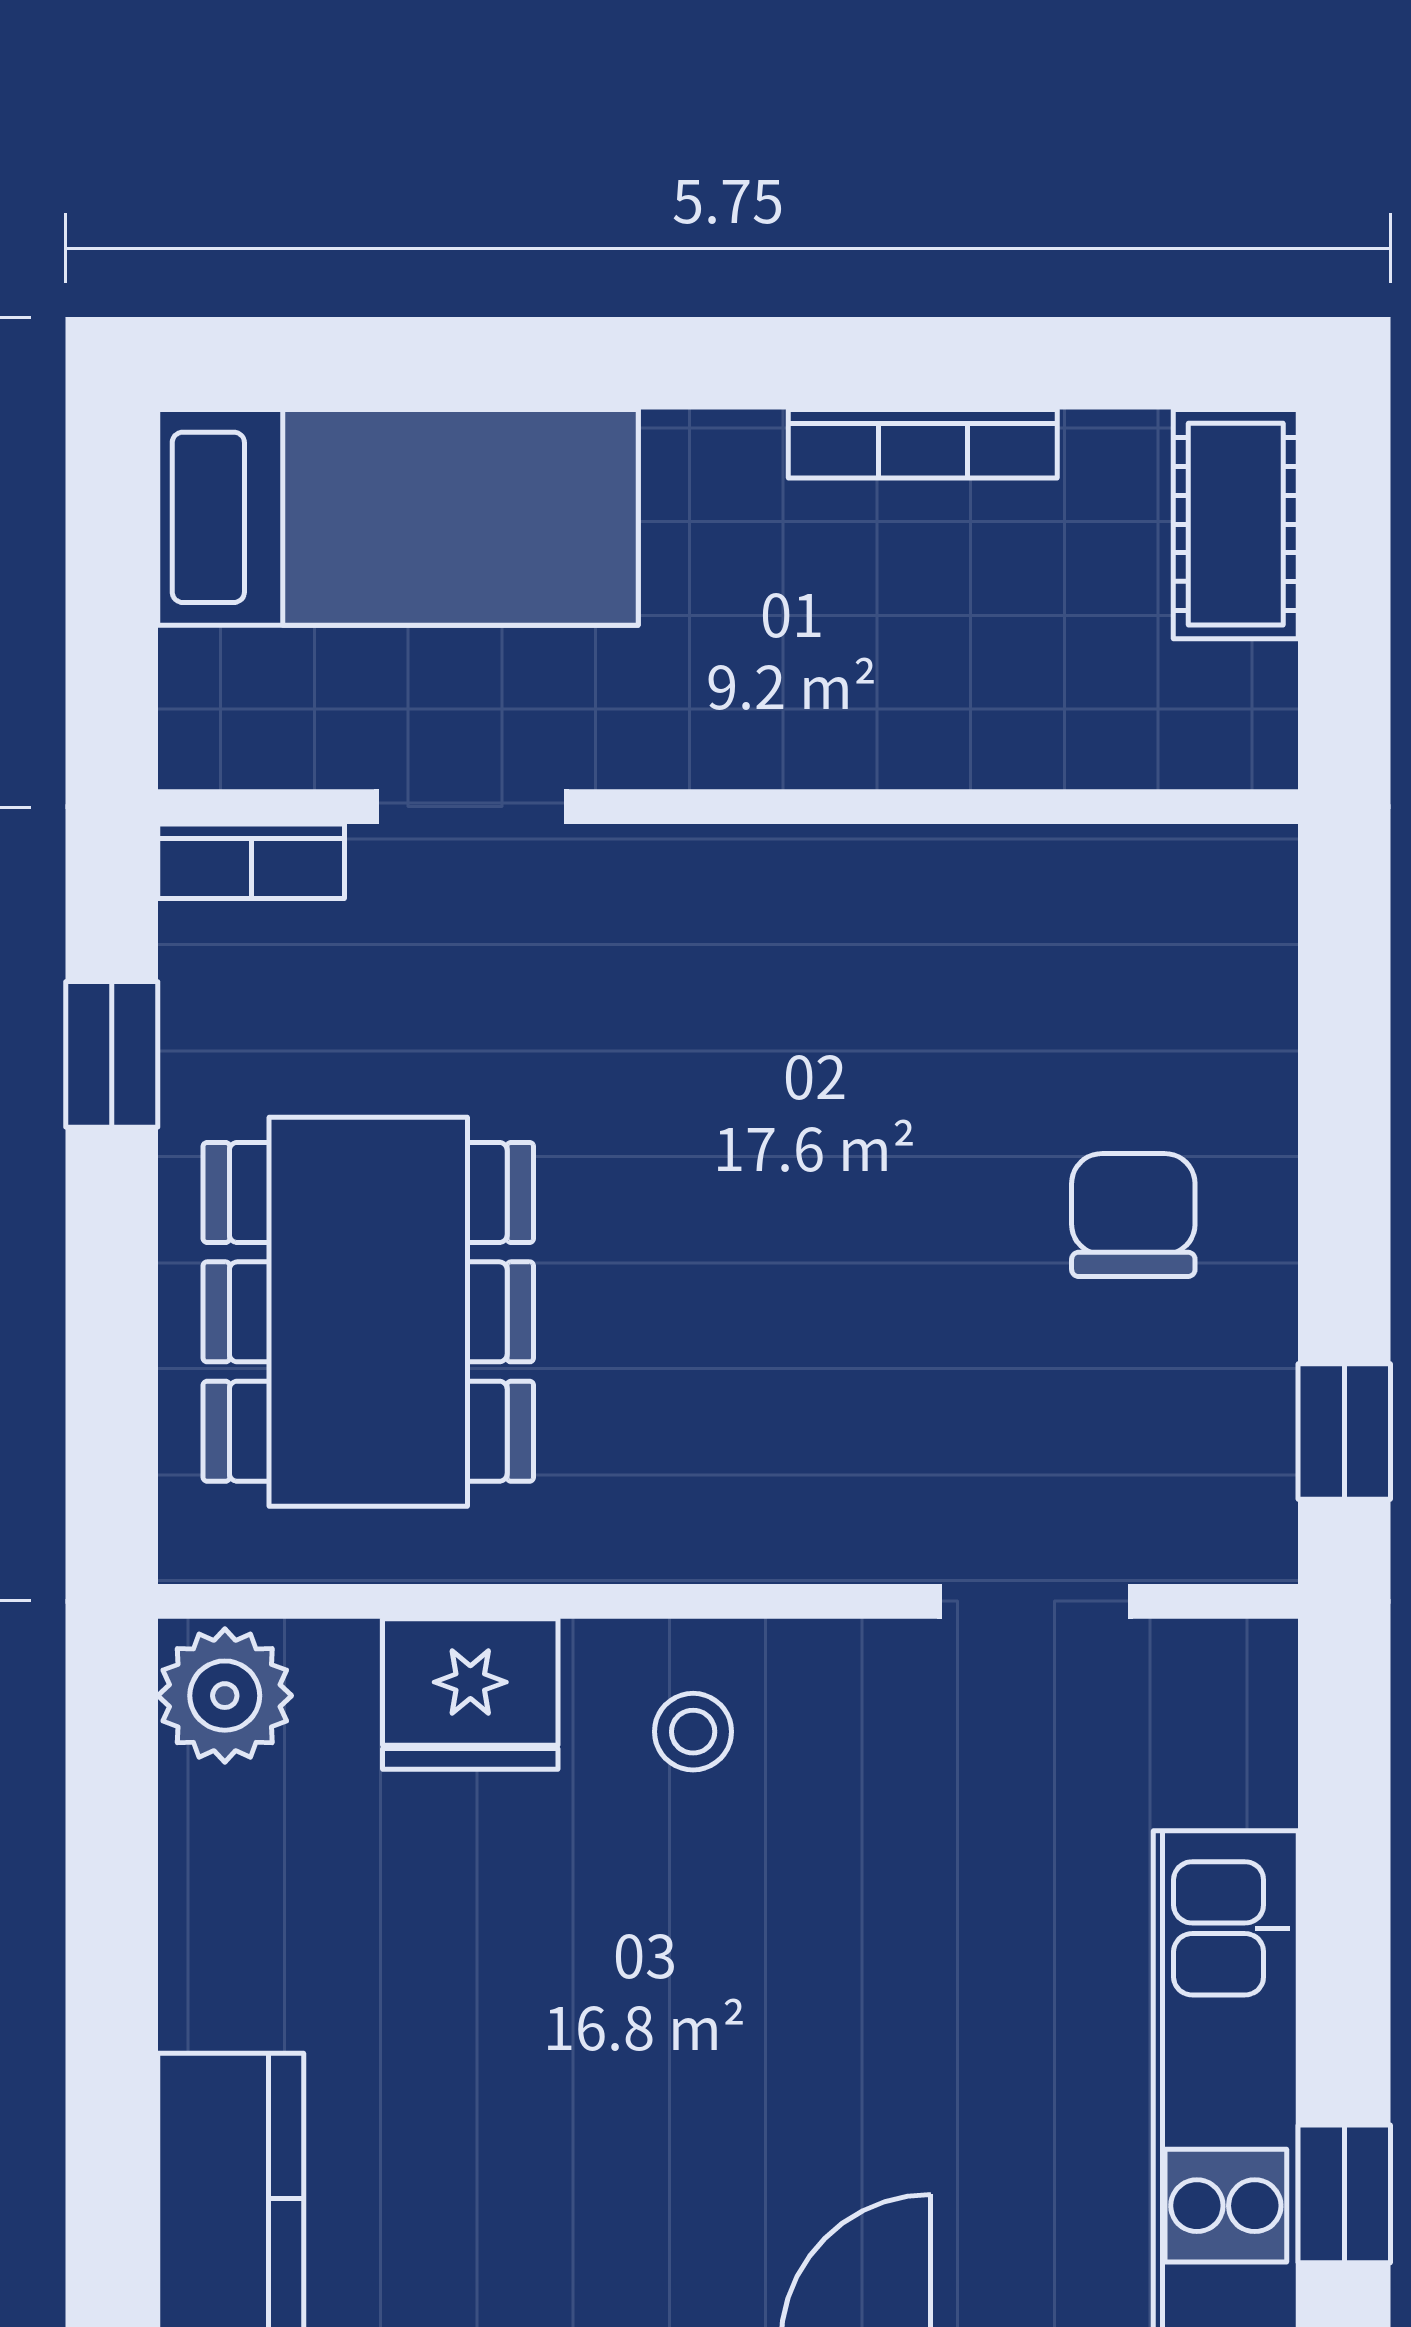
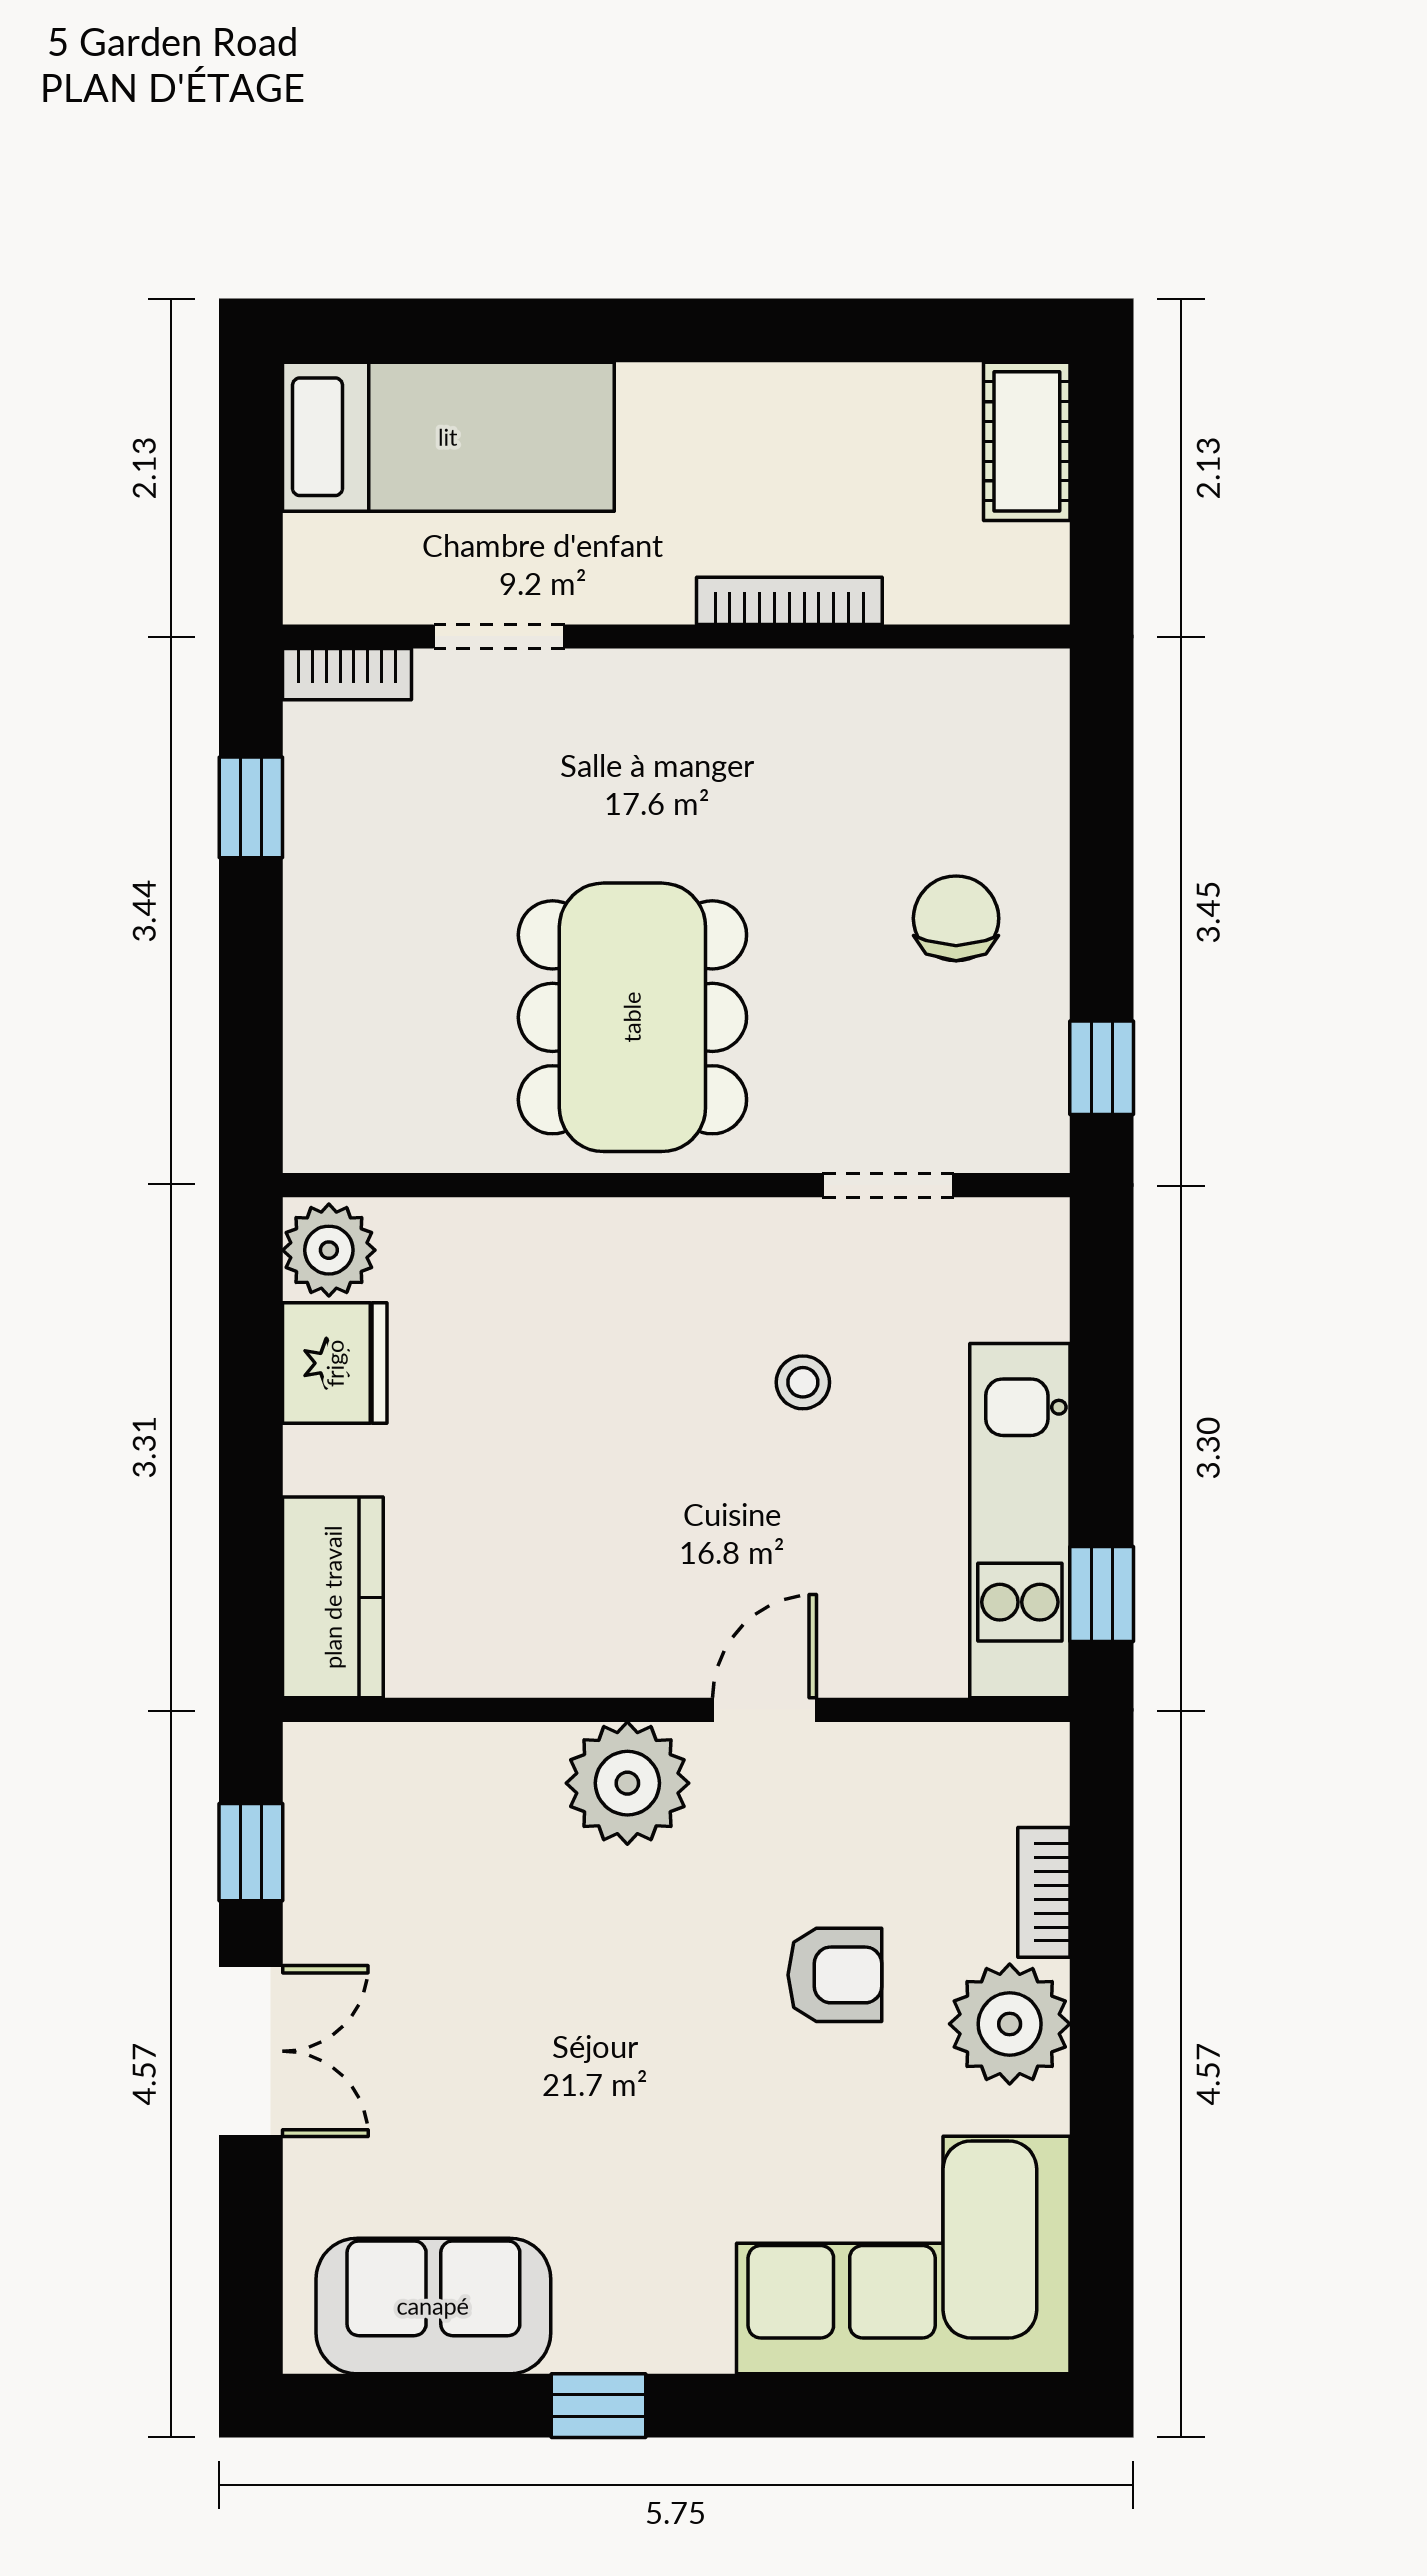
bookcase: (923, 444) -> (789, 601), moved, turned 180
dining table: (368, 1312) -> (632, 1017), moved
fridge: (470, 1694) -> (335, 1363), moved, turned -90
stool: (693, 1732) -> (803, 1382), moved

